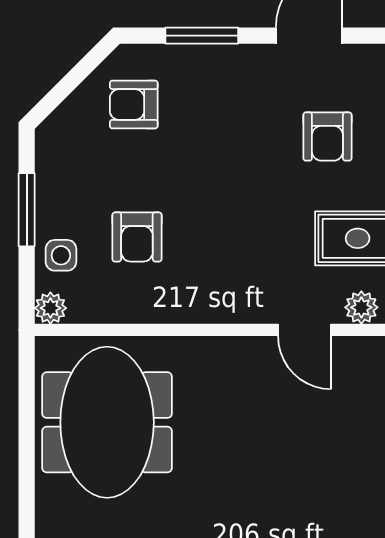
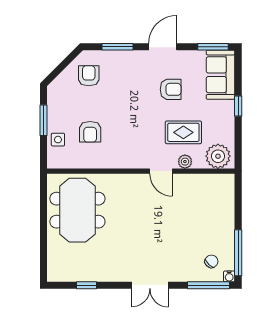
armchair: (134, 105) -> (89, 76), turned 90
armchair: (327, 137) -> (171, 89), turned -90
plant: (50, 308) -> (54, 162), removed

